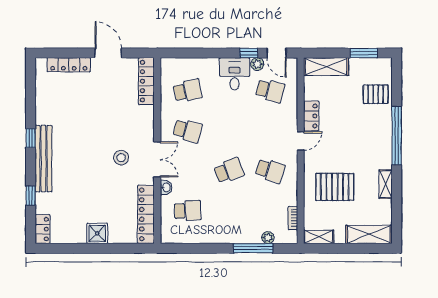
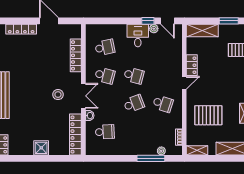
locker: (146, 81) -> (76, 55), moved
school desk: (270, 91) -> (134, 76), moved

